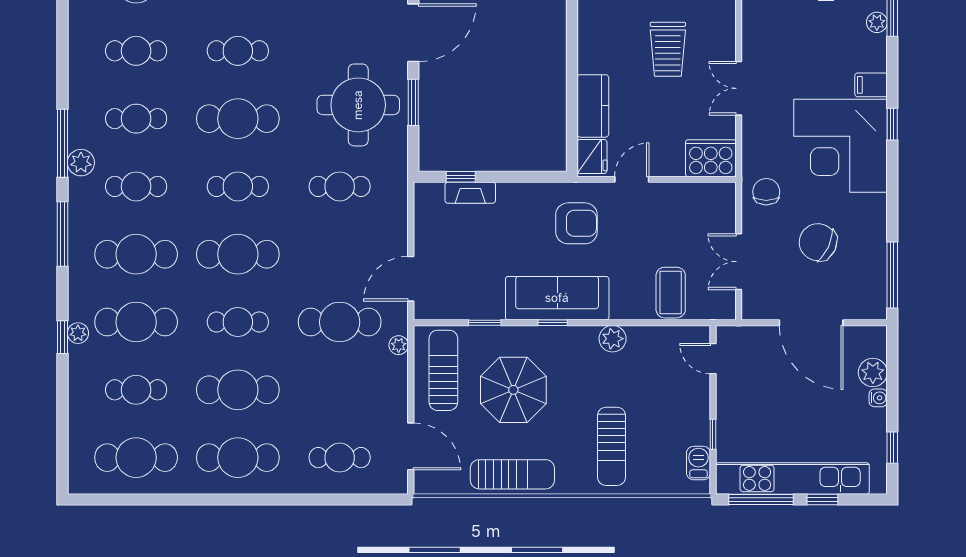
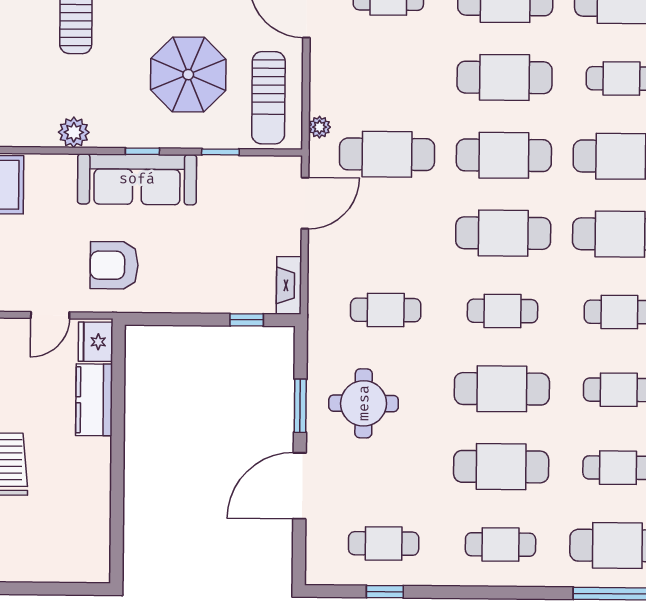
cafe table: (238, 51) -> (501, 467), width x1.37, depth x1.35
round table: (358, 105) -> (364, 403), width x0.73, depth x0.73
fireplace: (470, 193) -> (289, 285), moved, turned -90
cafe table: (238, 322) -> (504, 155), width x1.37, depth x1.35

